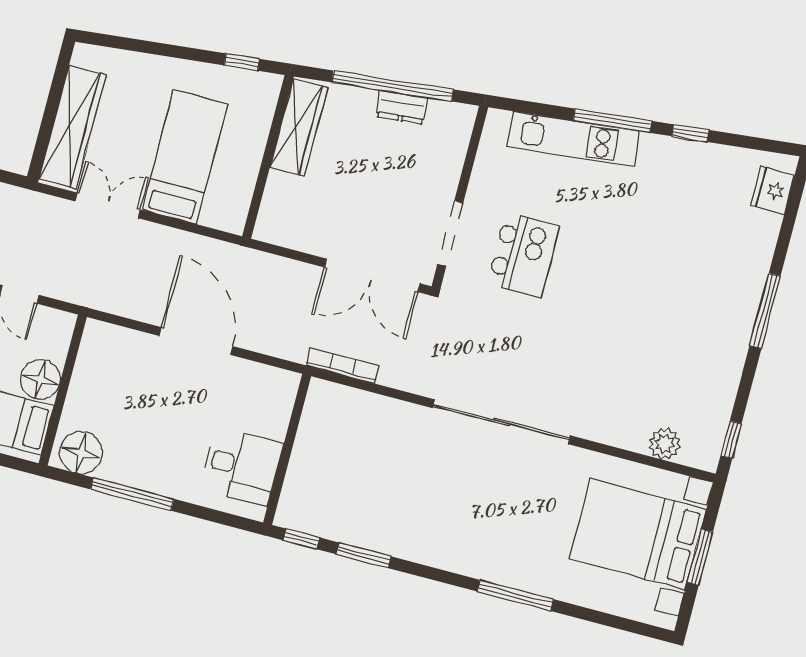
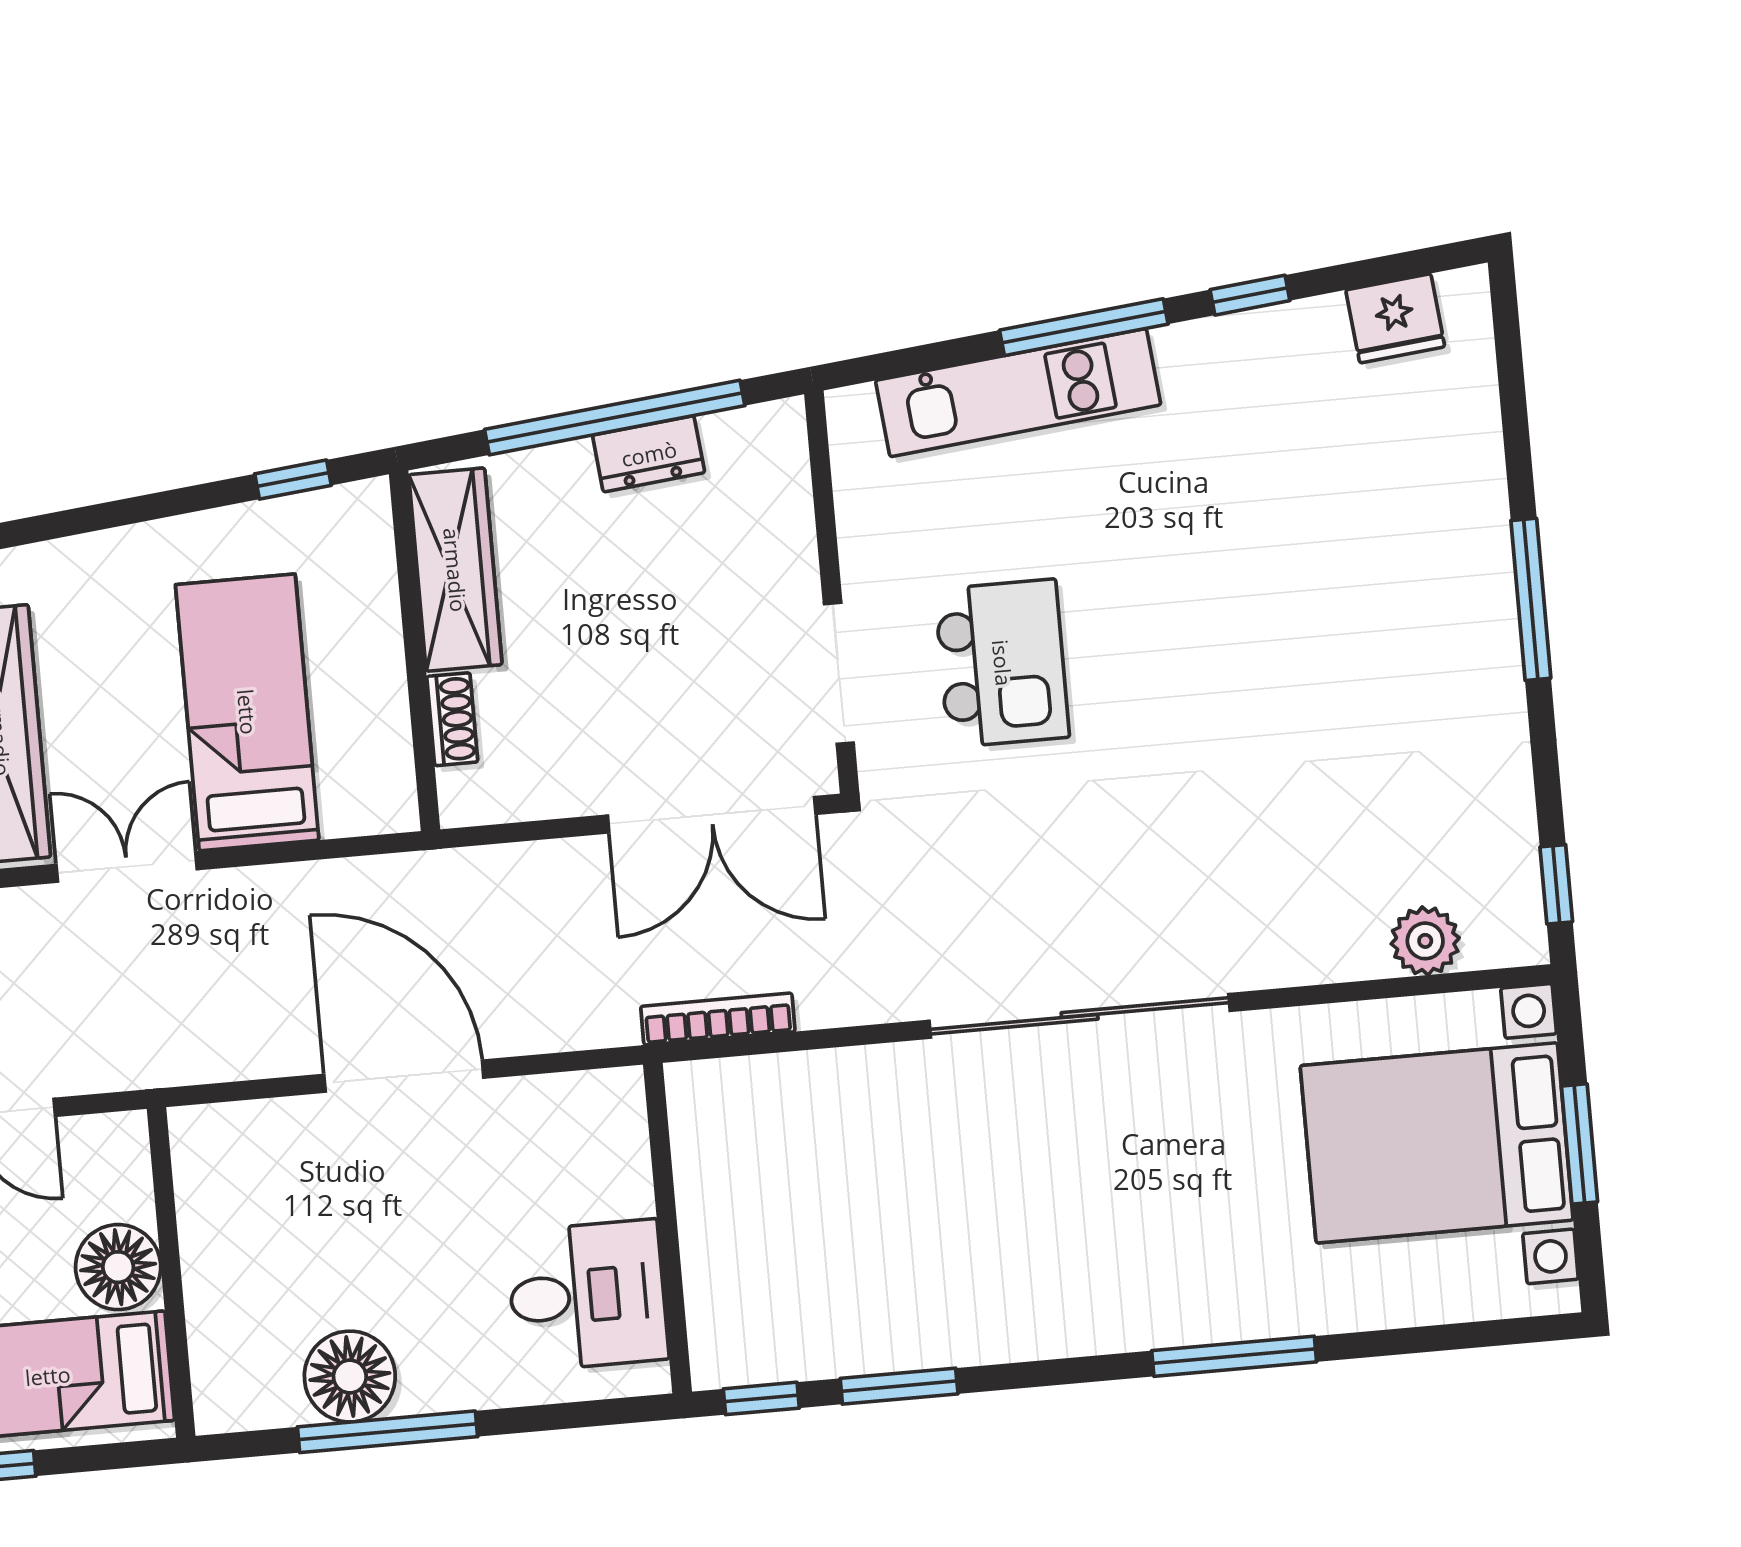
fridge: (773, 190) -> (1395, 318), moved, turned -96
shoe rack: (274, 192) -> (452, 719), added
floor lamp: (81, 453) -> (350, 1377), moved

